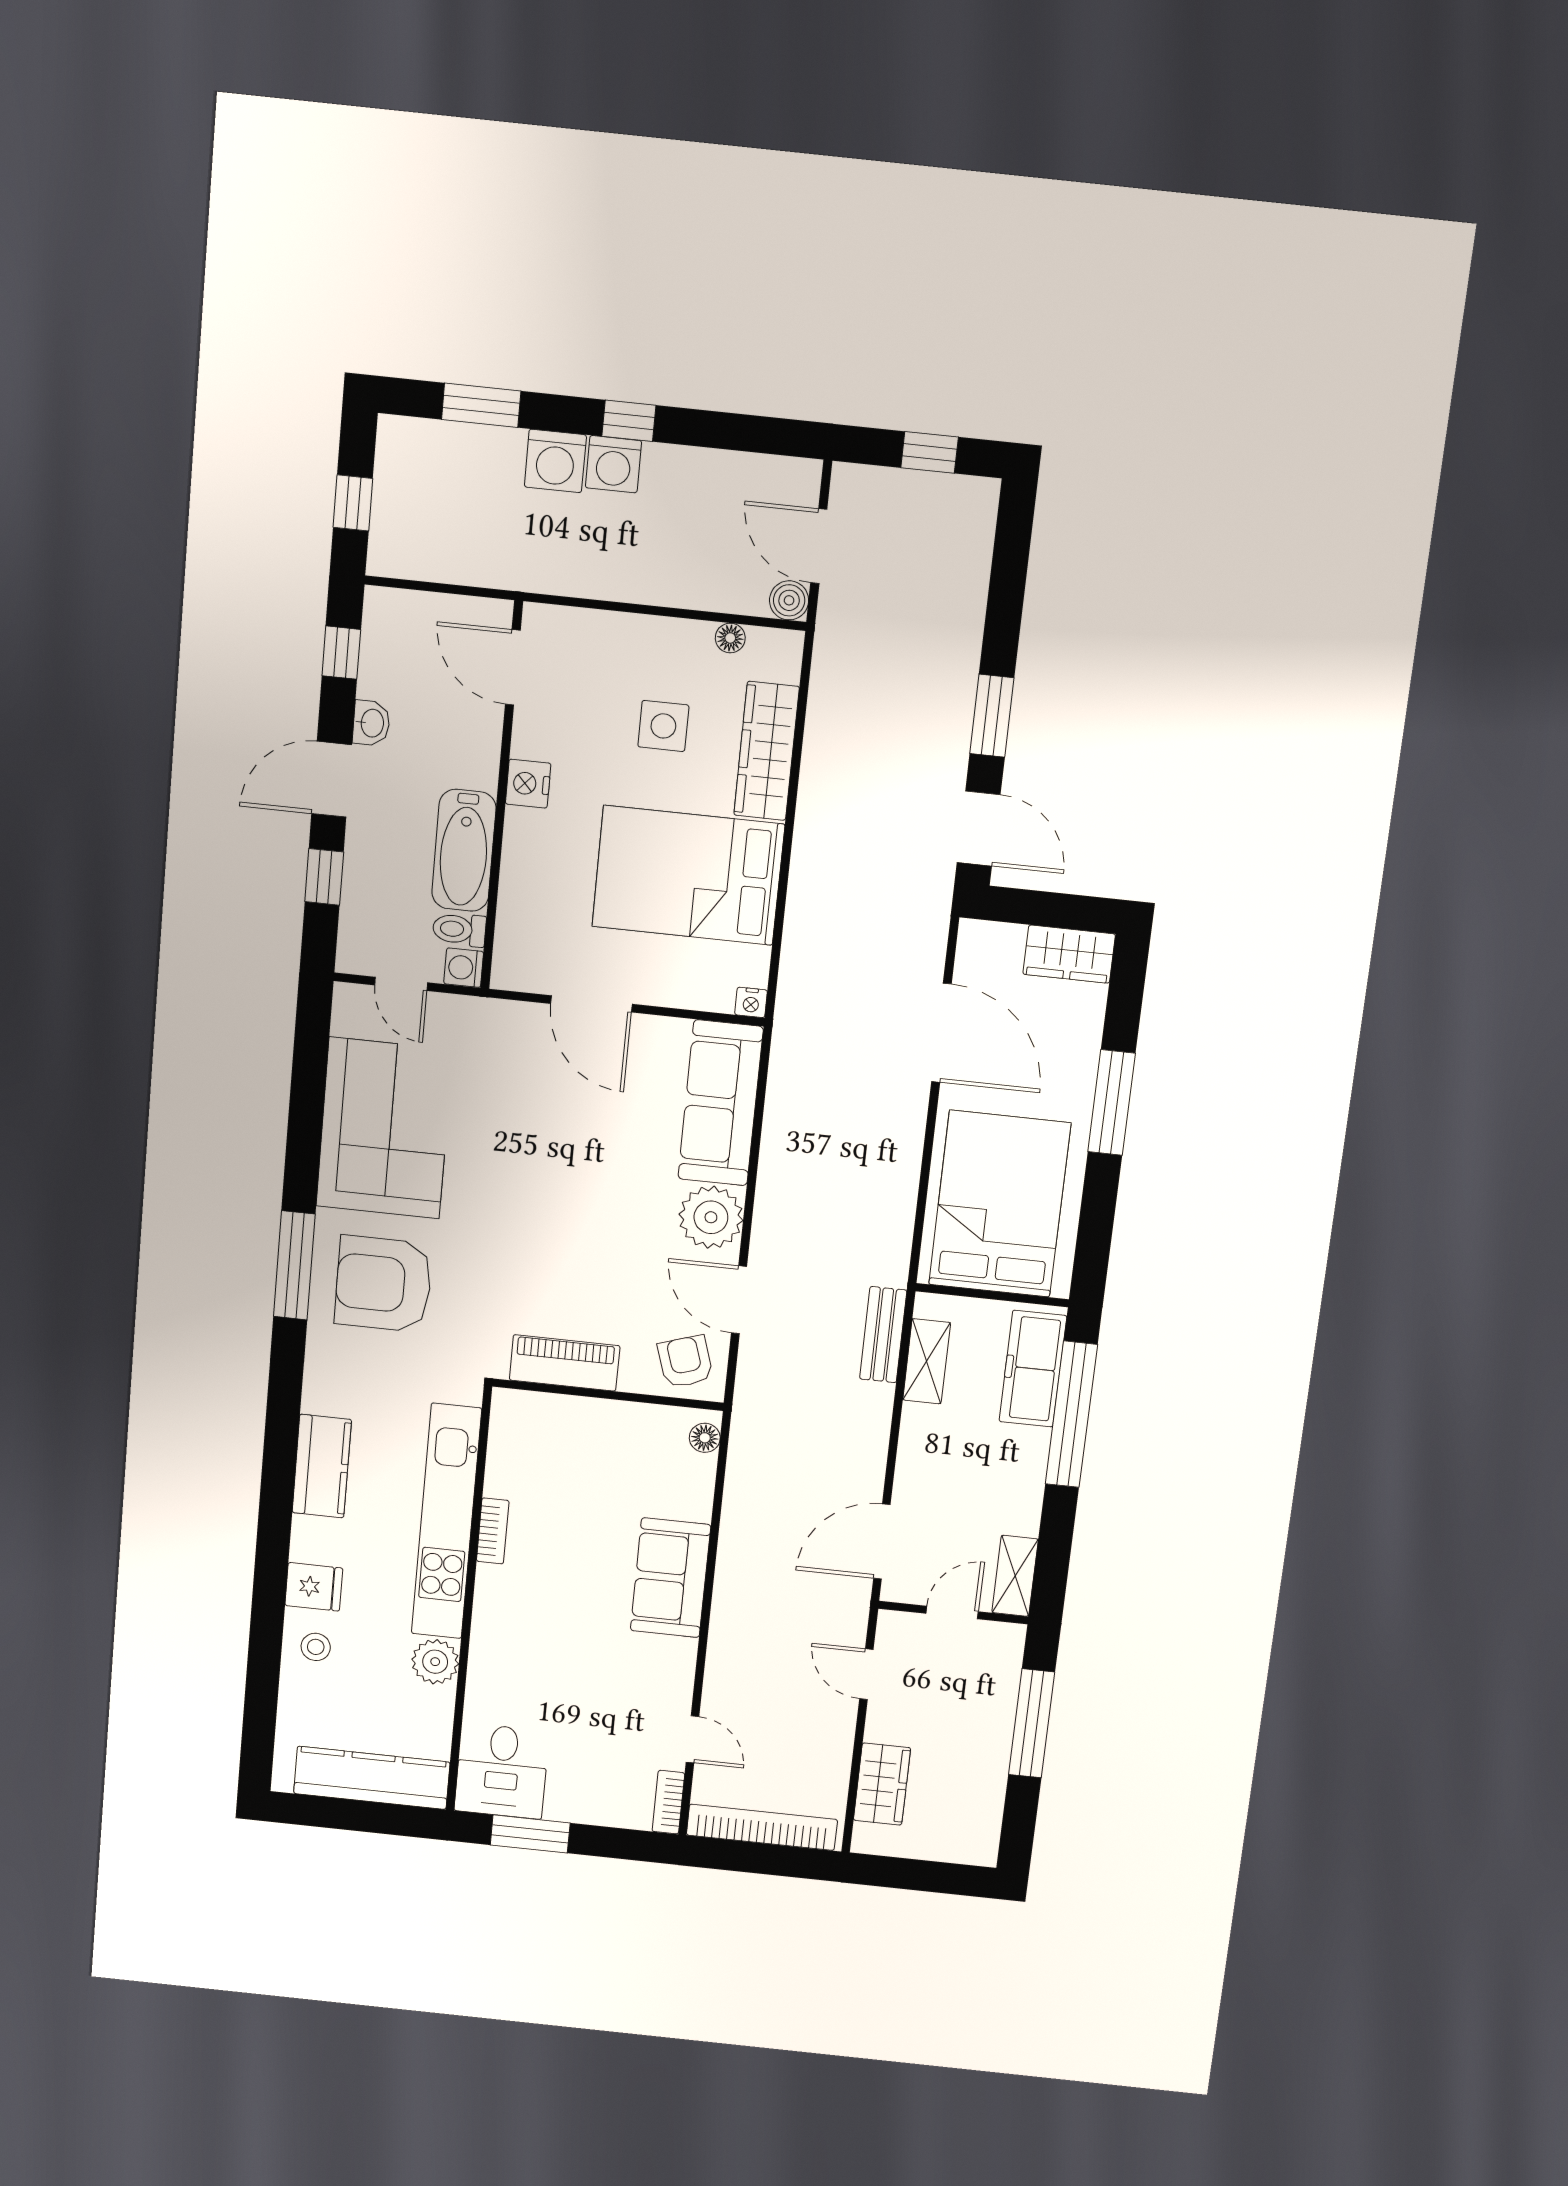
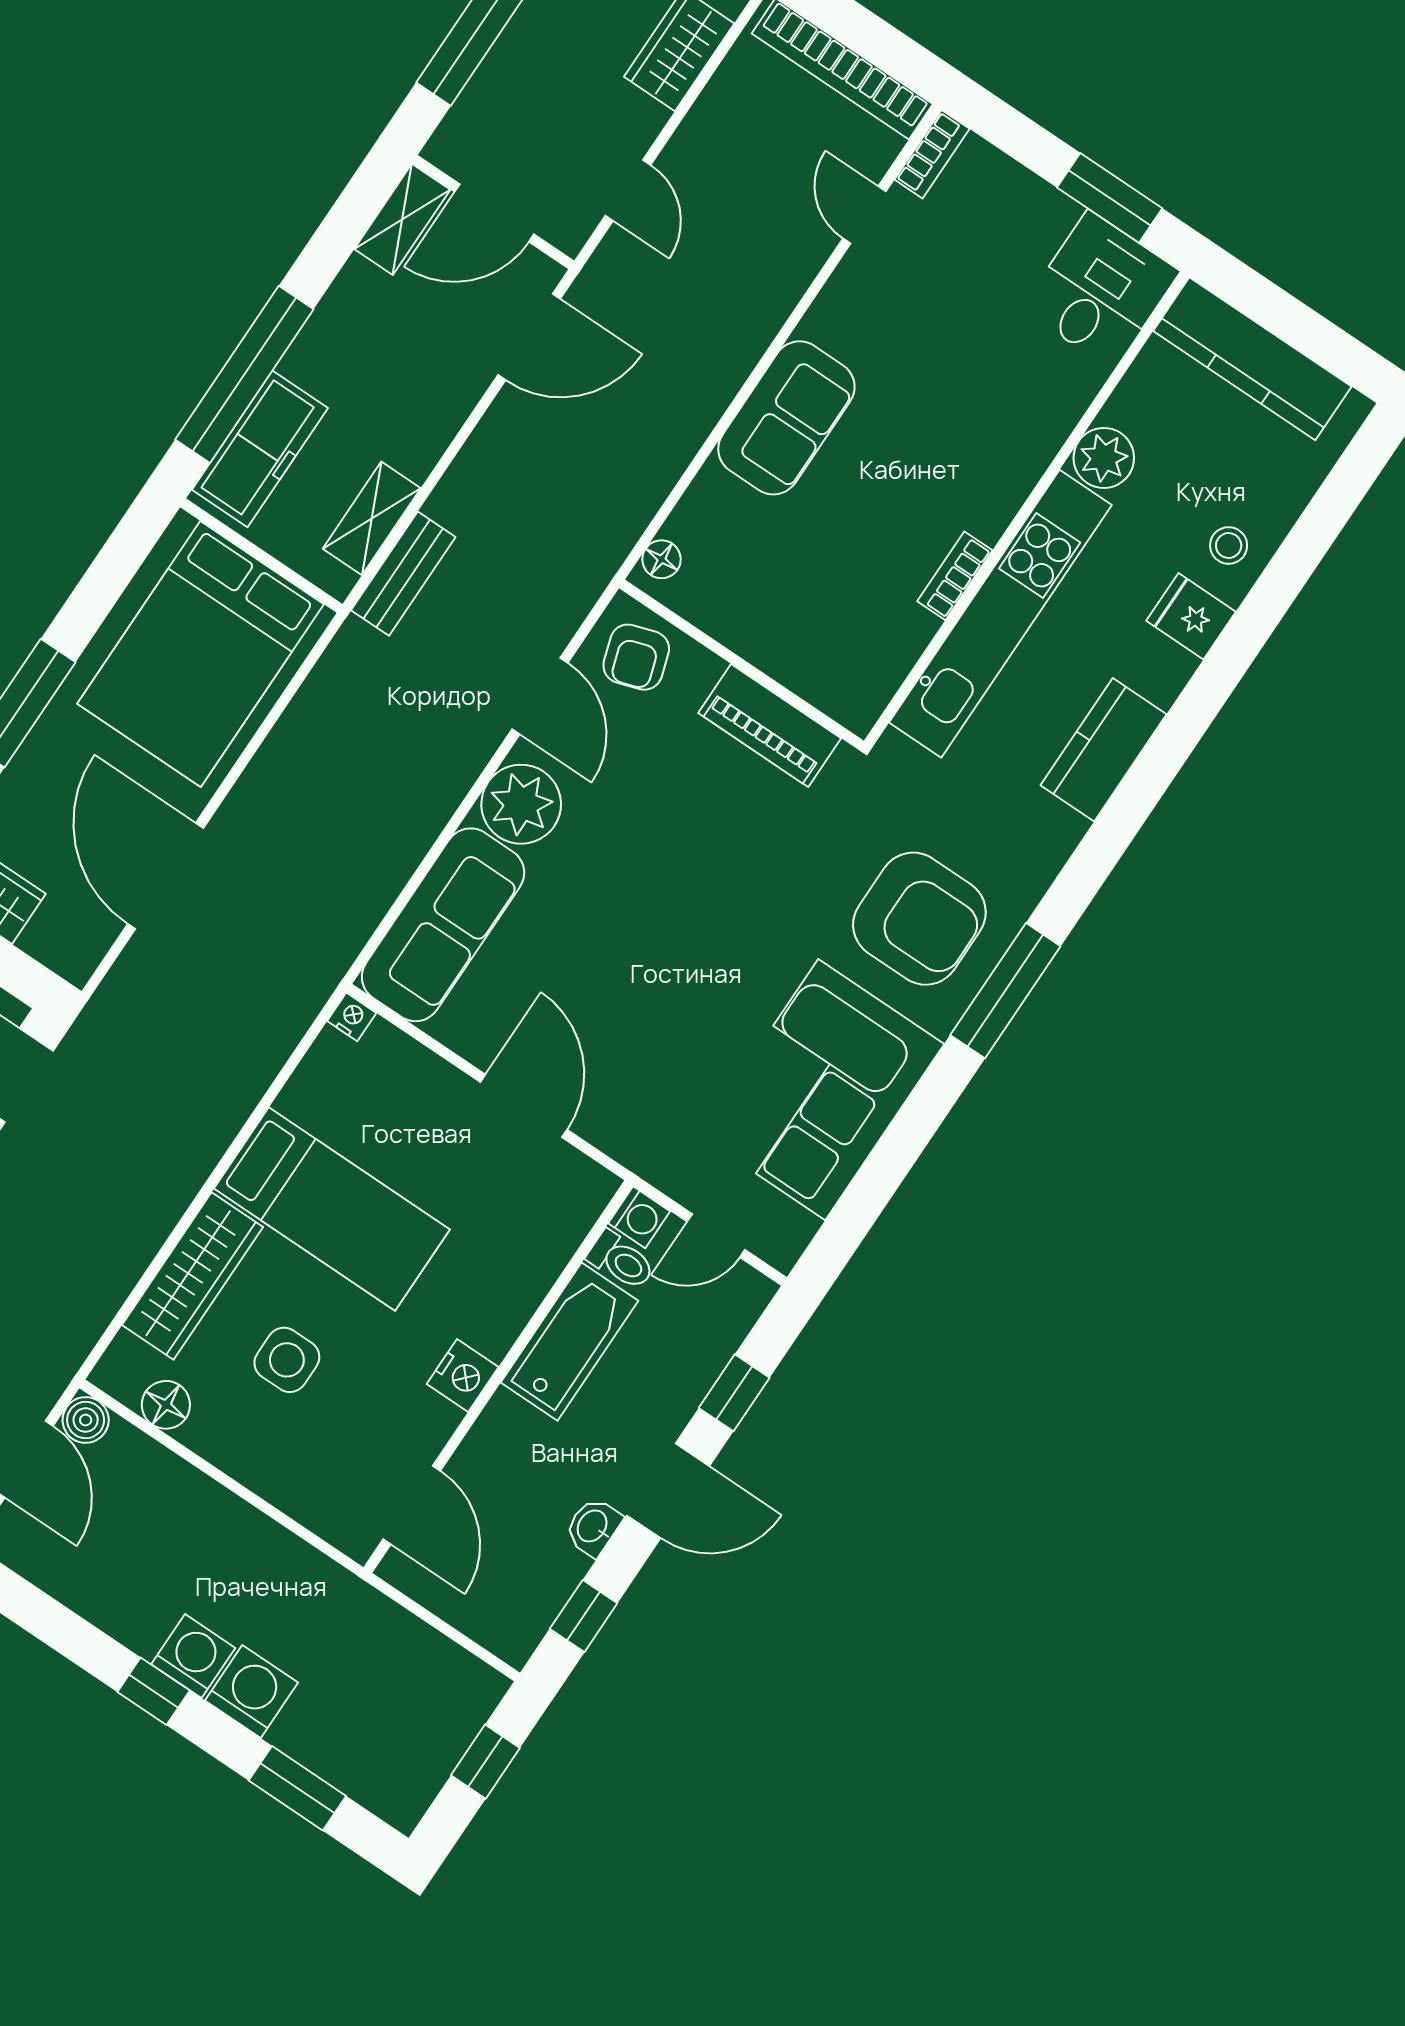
floor lamp: (730, 638) -> (166, 1405), width x1.37, depth x1.37
bed: (688, 875) -> (332, 1209), width x0.67
door: (401, 984) -> (716, 1236), swing flipped
door: (952, 1612) -> (494, 213), width x1.38

